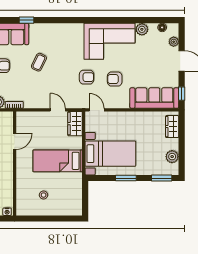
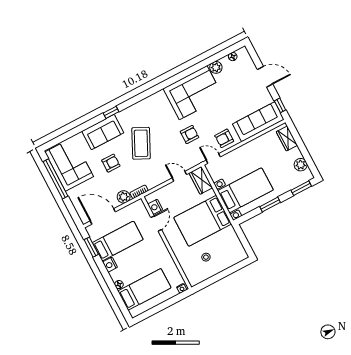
plant: (174, 42) -> (249, 64), removed
coffee table: (39, 62) -> (141, 143), width x1.86, depth x1.72
armchair: (115, 79) -> (224, 138), moved
nightstand: (22, 126) -> (155, 207), added
bed: (58, 161) -> (203, 221), width x1.50

